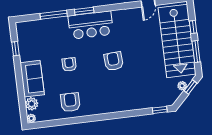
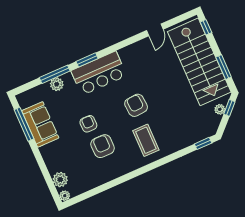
plant: (53, 24) -> (57, 84), added
window: (193, 27) -> (206, 27), moved
window: (15, 49) -> (24, 124), width x2.17
sofa: (32, 79) -> (40, 124), moved
coffee table: (113, 93) -> (146, 140), added
armchair: (70, 102) -> (103, 146), moved

